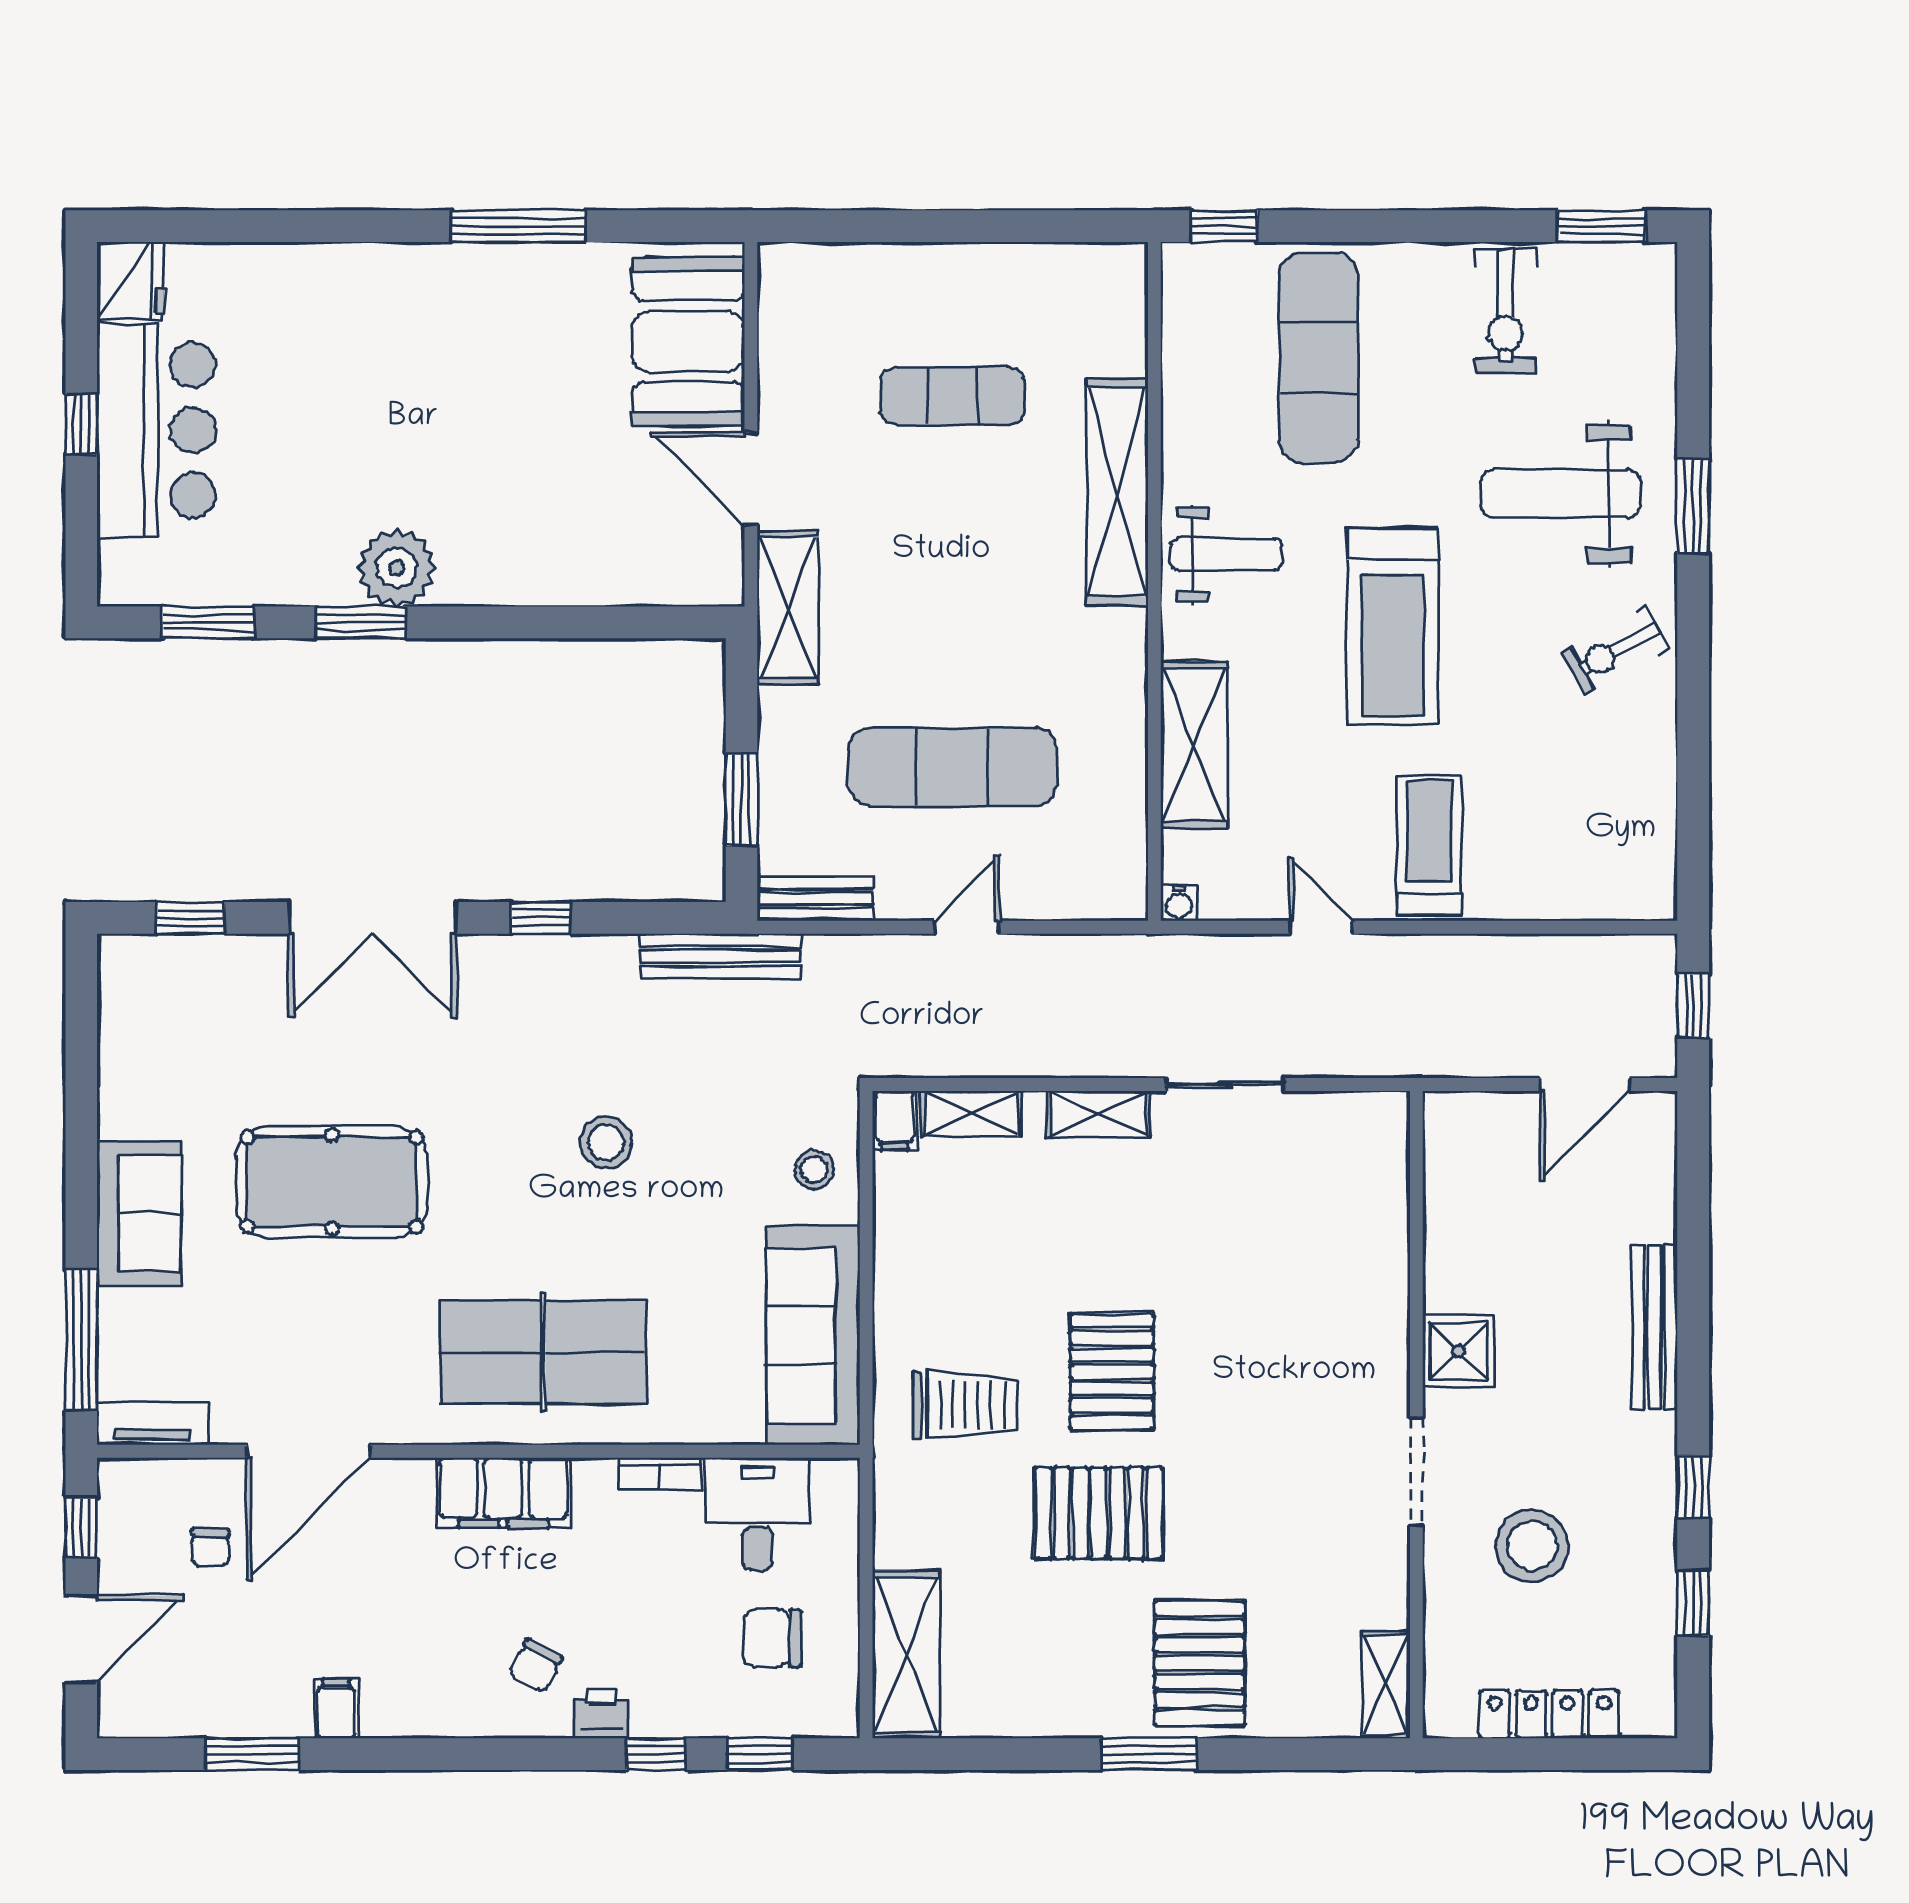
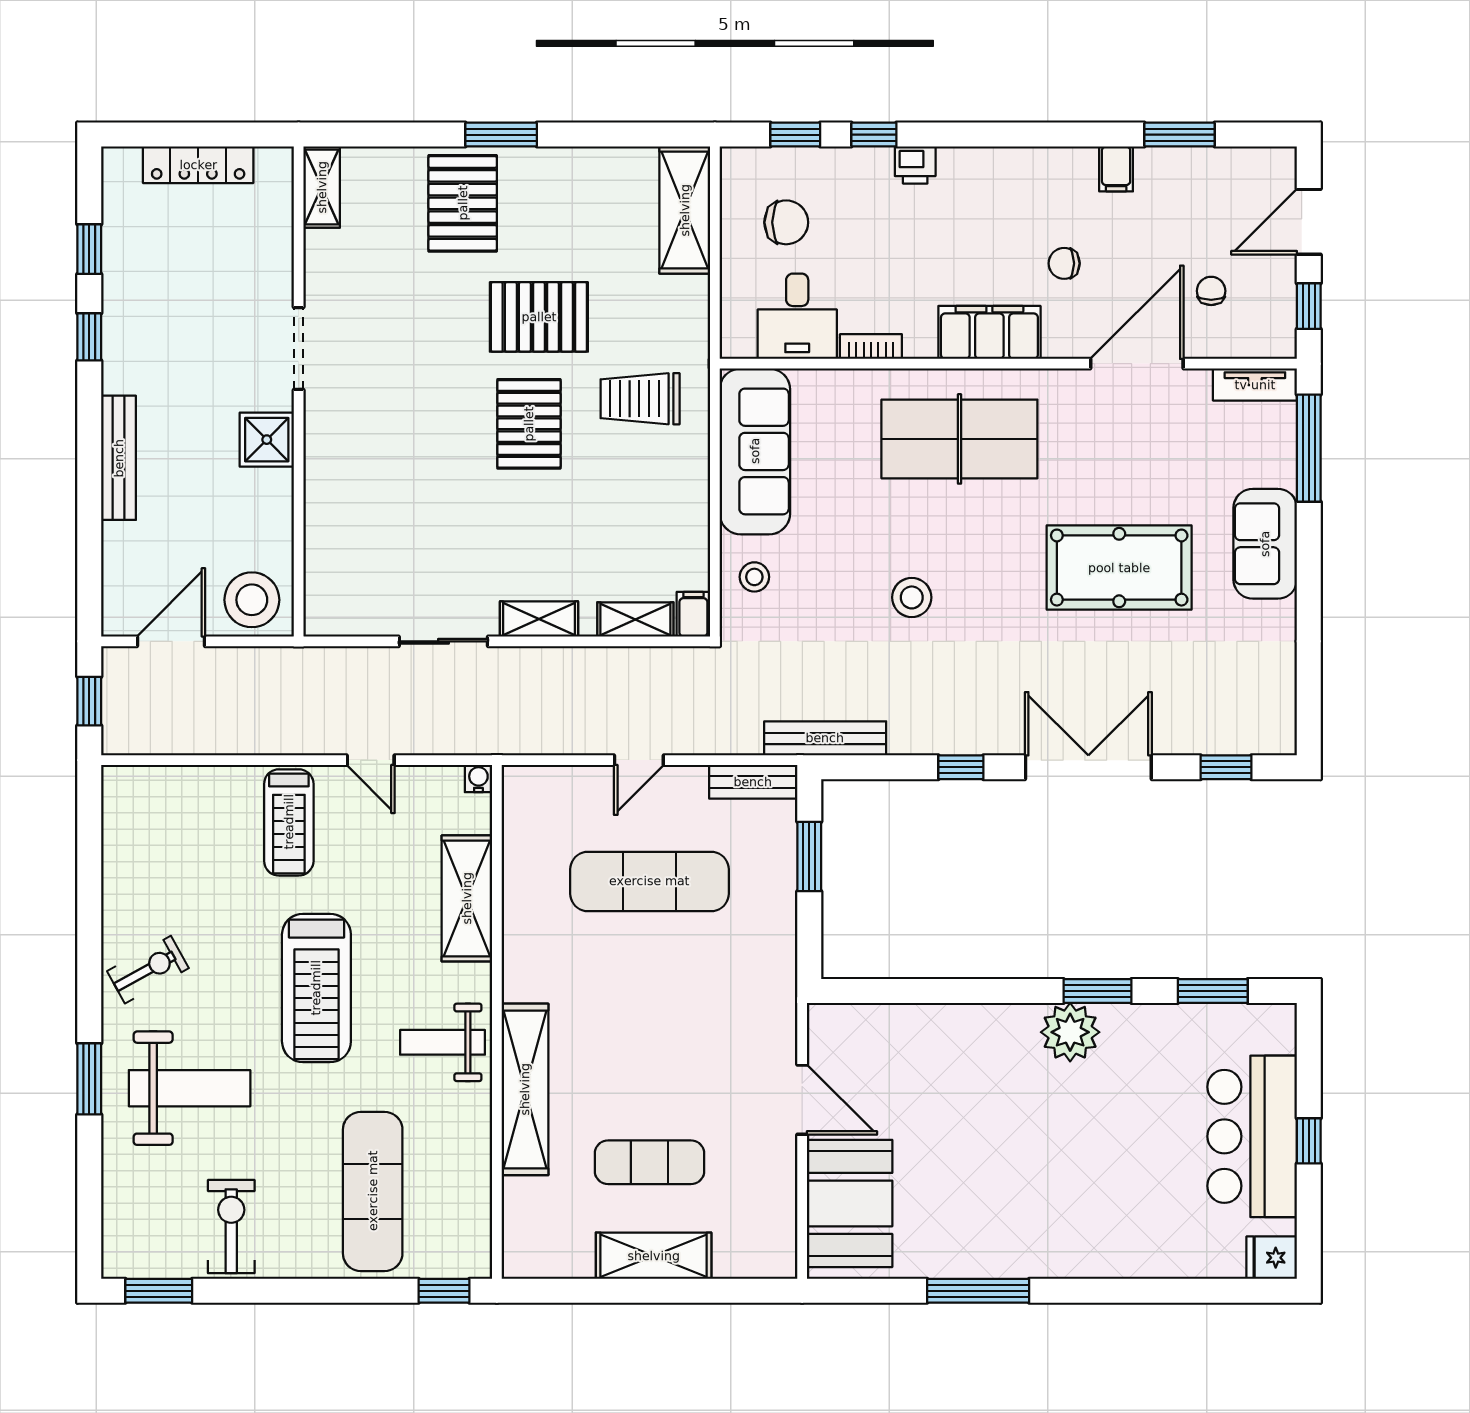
fridge: (130, 281) -> (1272, 1258), width x0.72
shelving: (788, 608) -> (654, 1256), moved, turned 90
treadmill: (1393, 626) -> (316, 988), turned 180
stool: (1532, 1546) -> (252, 600), moved
chair: (536, 1666) -> (1064, 263), moved, turned -118

